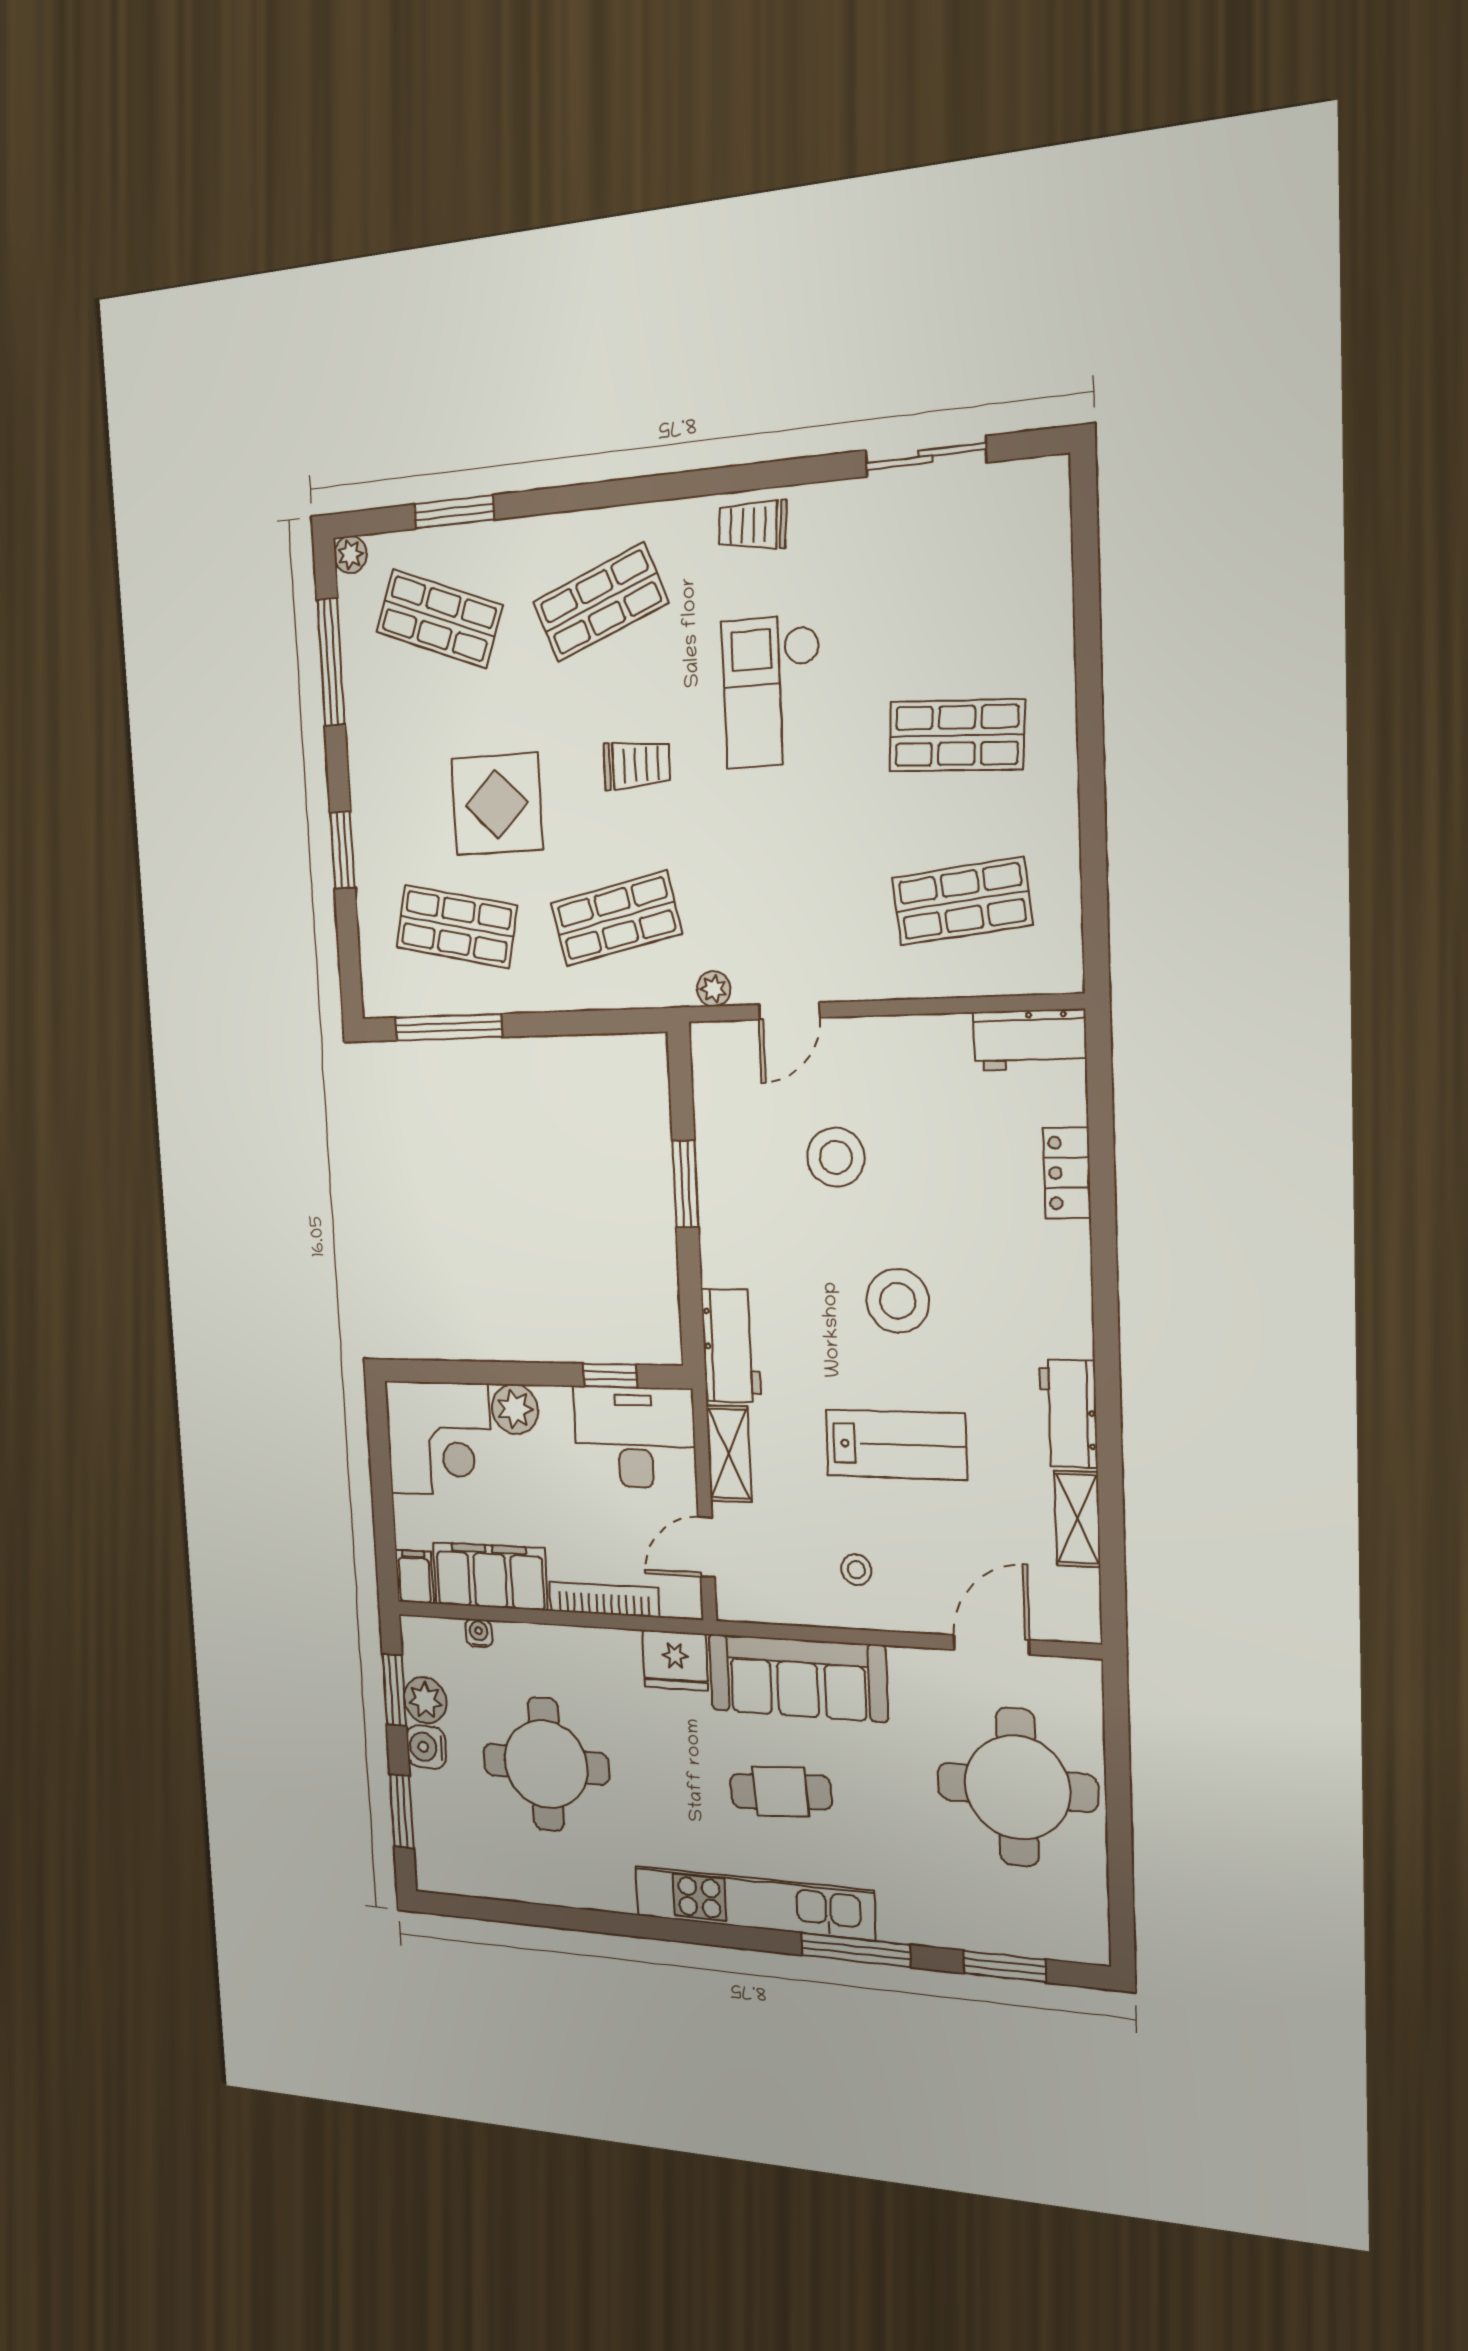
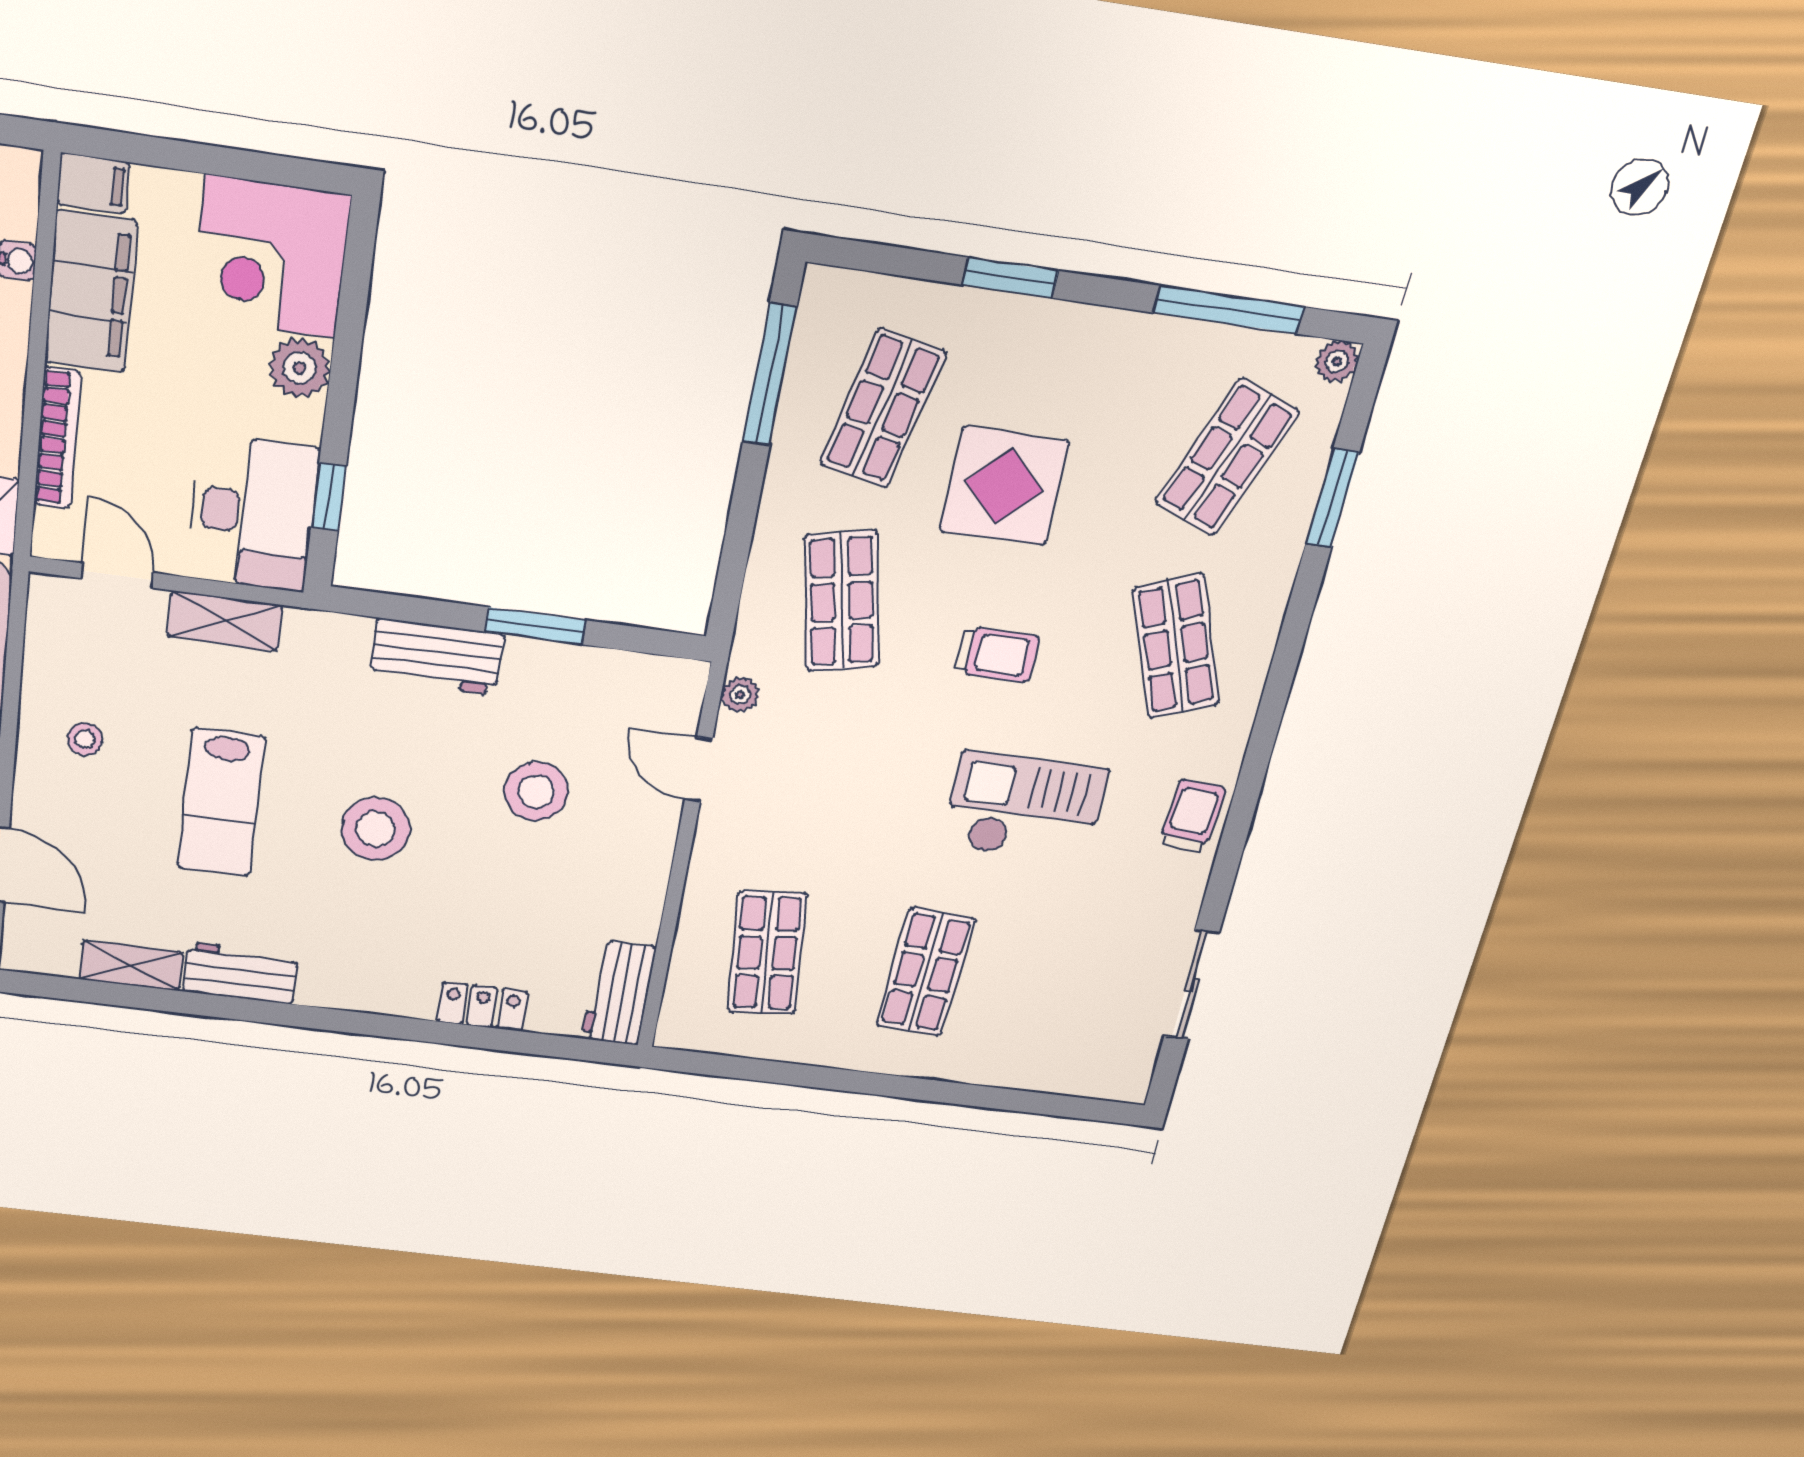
trolley: (637, 765) -> (997, 654), turned -90
workbench: (731, 1346) -> (436, 657), moved

